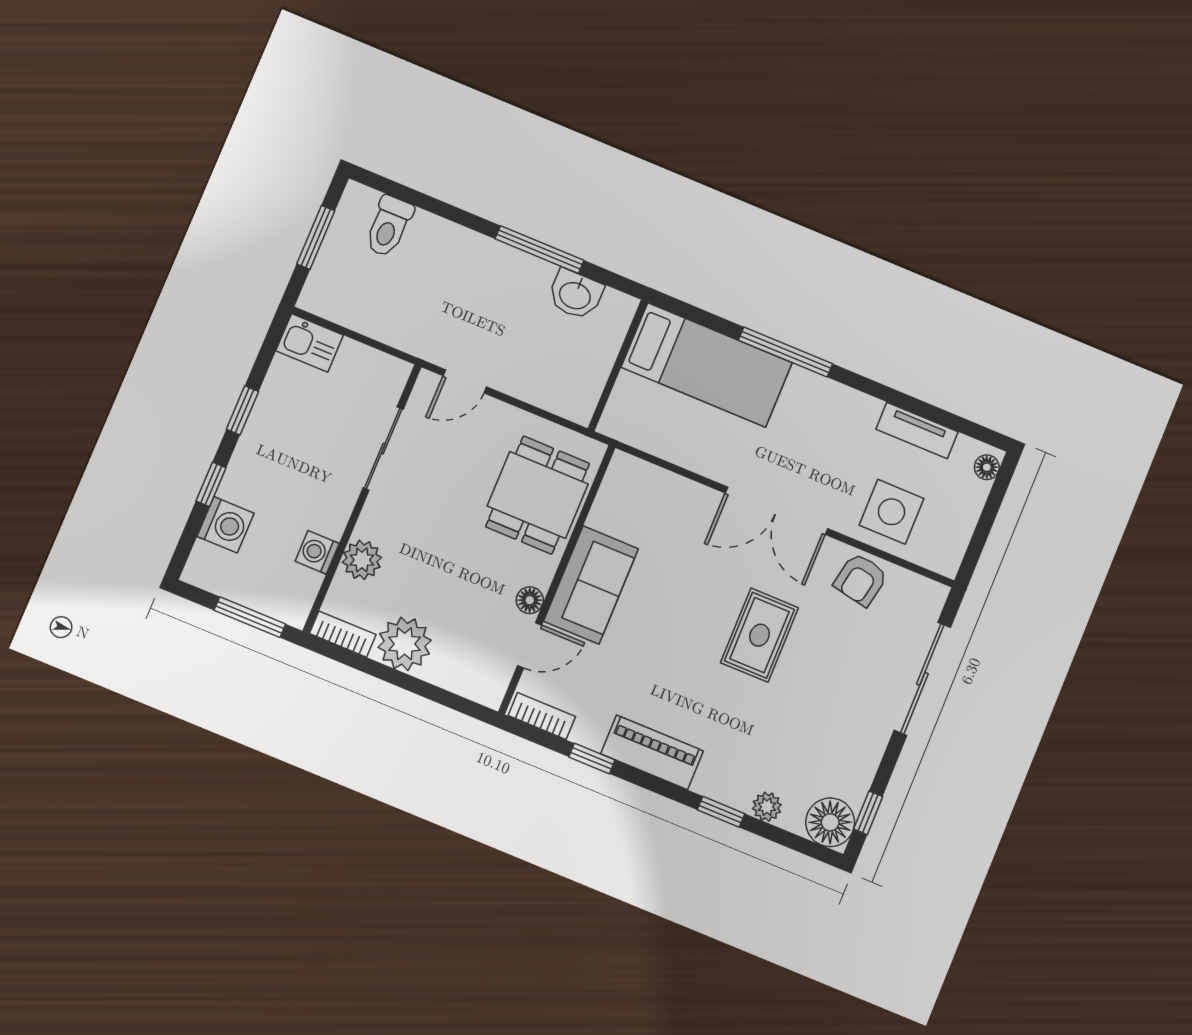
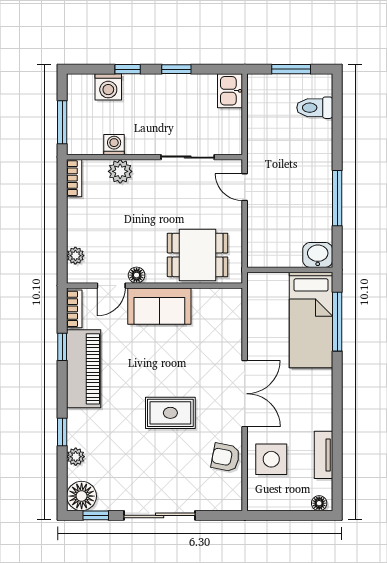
washbasin: (575, 295) -> (318, 255), moved, turned 90
window: (786, 352) -> (337, 322), moved
double door: (776, 511) -> (245, 394), swing flipped
plant: (405, 644) -> (75, 256), moved, width x0.53, depth x0.53
door: (530, 645) -> (111, 286), hinge flipped
sliding door: (922, 679) -> (160, 515), moved
piano: (652, 752) -> (84, 369), width x1.37, depth x1.33

